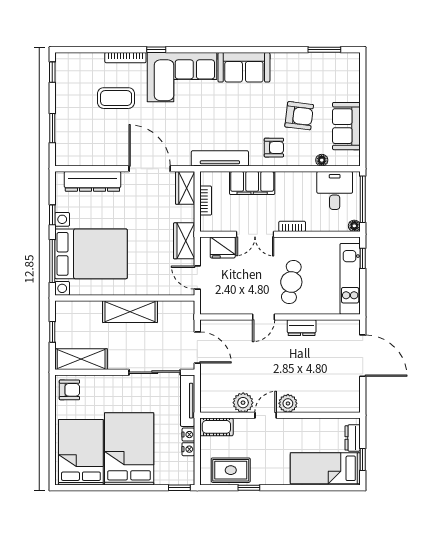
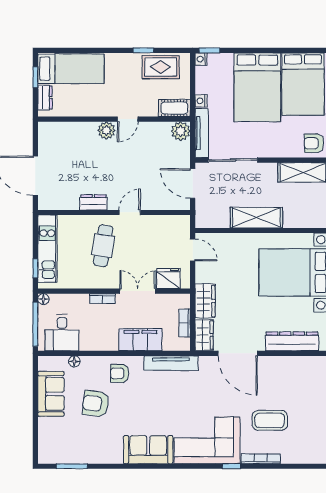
wardrobe: (184, 241) -> (205, 301), moved
plant: (243, 403) -> (181, 131), moved
nightstand: (188, 449) -> (201, 59), moved

